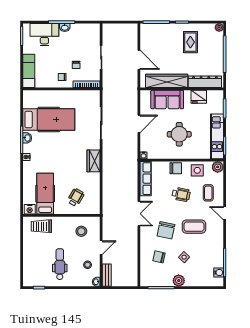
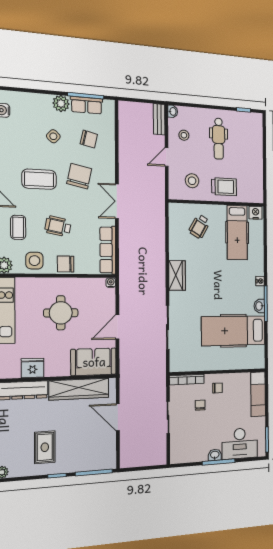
sofa: (167, 100) -> (94, 362), moved
trolley: (41, 226) -> (224, 187), moved
row of seats: (161, 281) -> (86, 105), added

